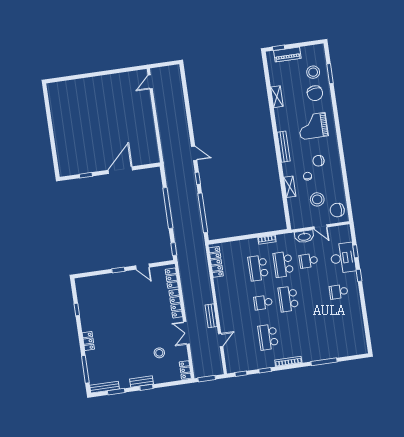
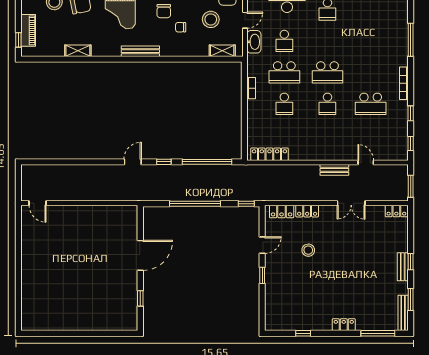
door: (120, 170) -> (140, 255), swing flipped
shelving: (290, 187) -> (222, 51), moved
school desk: (258, 268) -> (284, 104), width x0.54
locker: (176, 304) -> (307, 211), width x0.66
stool: (159, 353) -> (308, 250), moved

